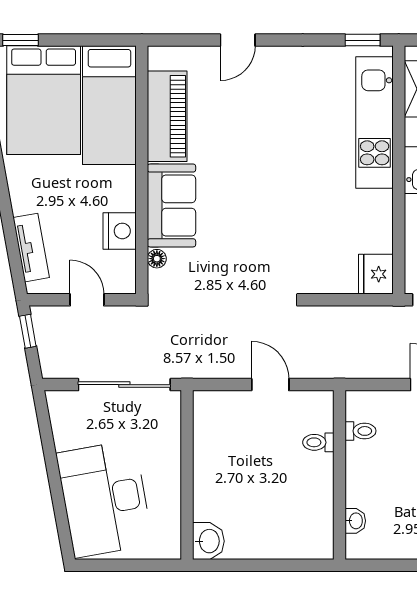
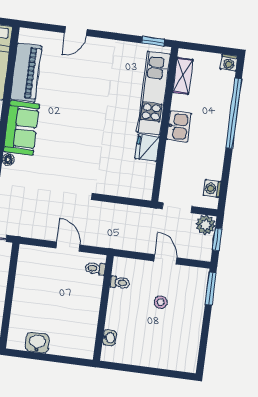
fridge: (376, 274) -> (147, 148), moved
toilet: (318, 442) -> (95, 269), moved
washbasin: (208, 541) -> (37, 343), moved, turned -90

